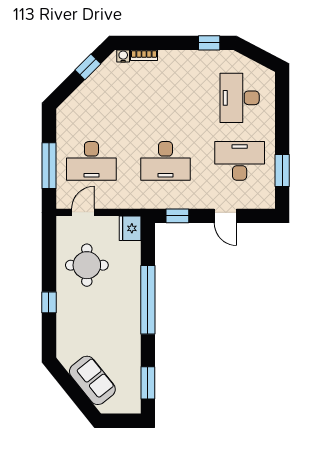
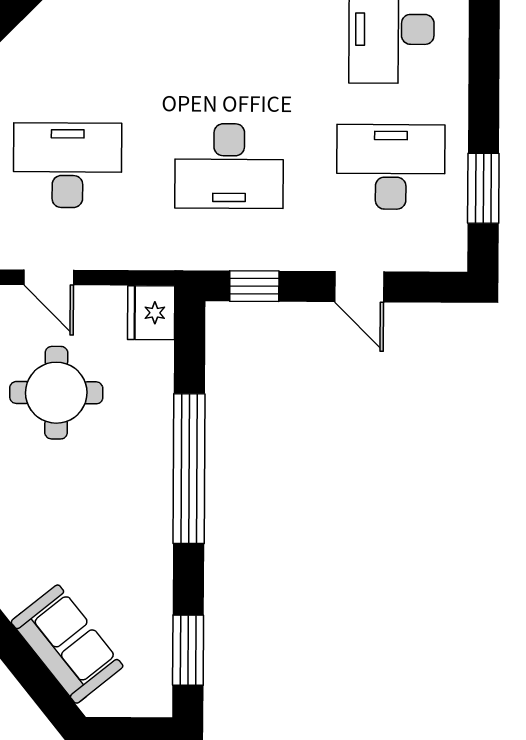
desk: (91, 161) -> (68, 165), turned 180
door: (83, 212) -> (49, 277), swing flipped

